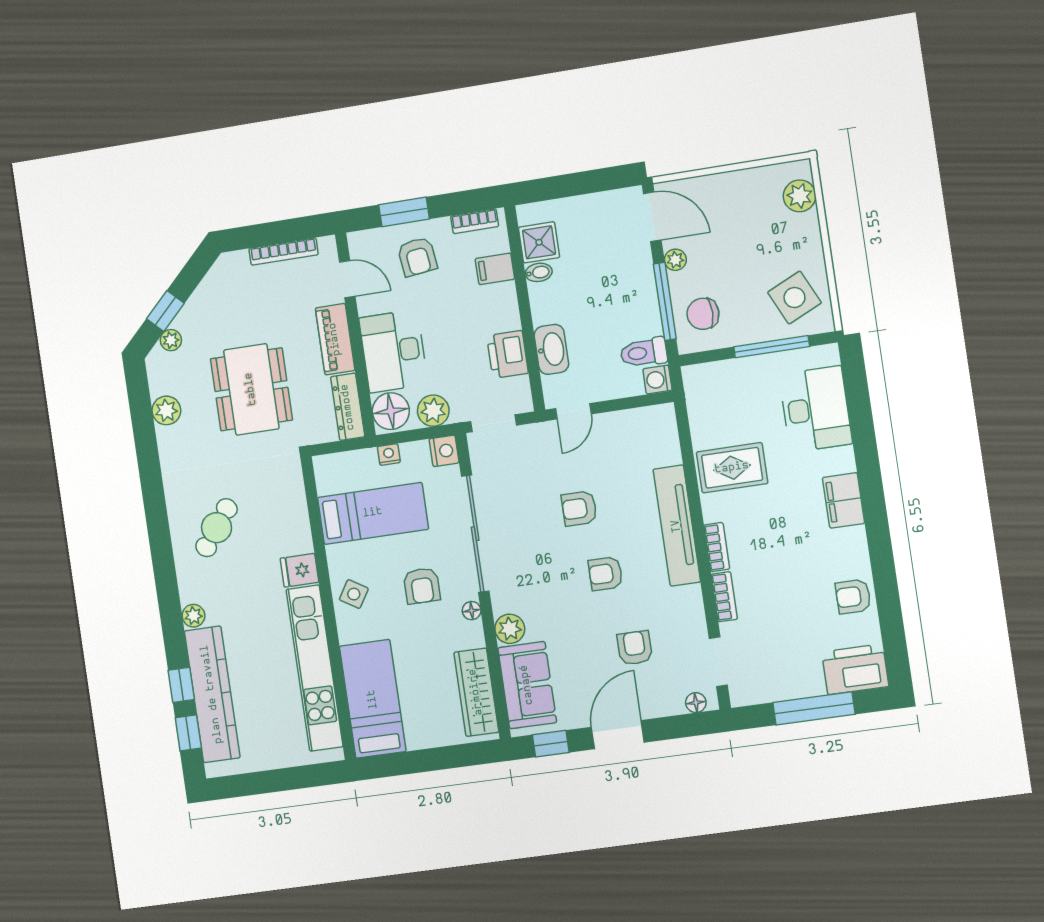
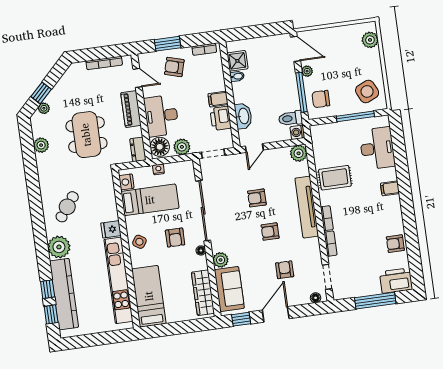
armchair: (417, 257) -> (174, 67), turned 113
filing cabinet: (495, 269) -> (218, 99), moved
dresser: (348, 407) -> (138, 149), width x0.70
plant: (660, 421) -> (299, 153), added
nightstand: (444, 451) -> (126, 182), moved, turned 180
filing cabinet: (844, 500) -> (390, 188), width x0.50
plant: (193, 616) -> (59, 247), width x1.87, depth x1.87

